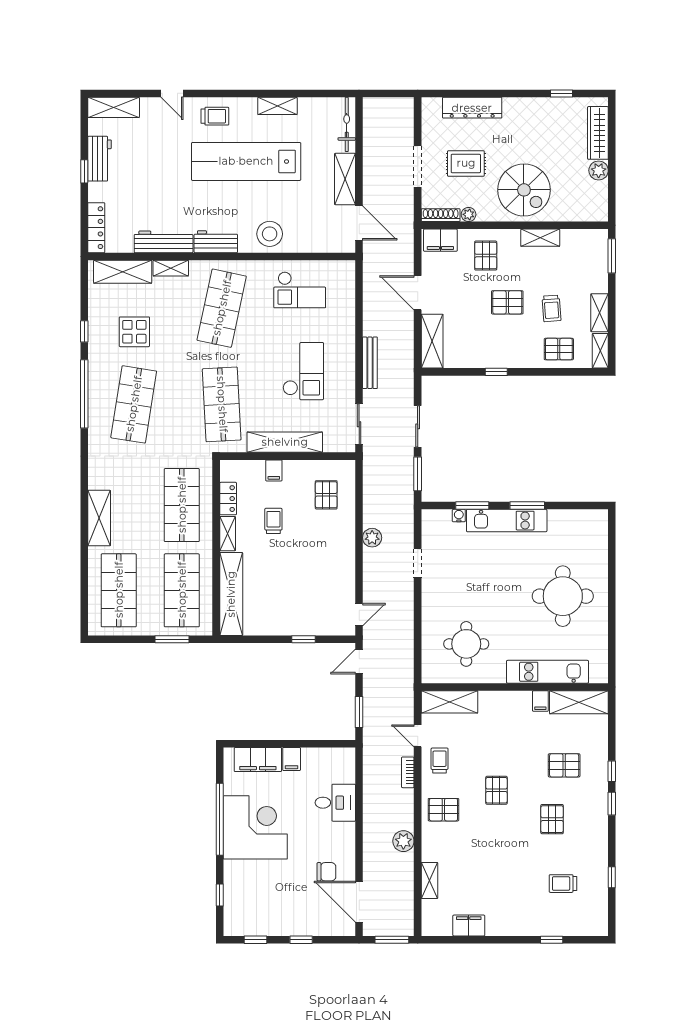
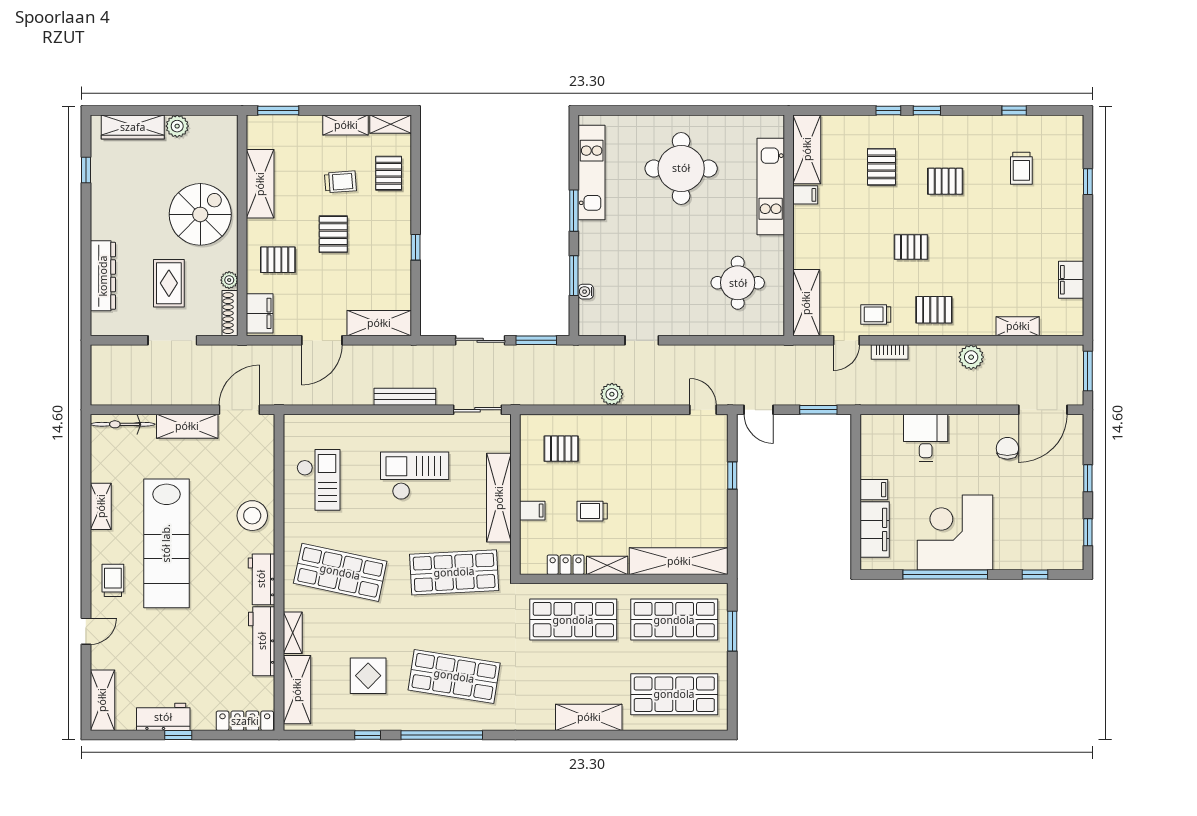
shelving: (540, 238) -> (260, 184), width x1.50, depth x1.33
kitchen unit: (507, 521) -> (592, 172), moved
pallet: (443, 810) -> (934, 310), turned 90

